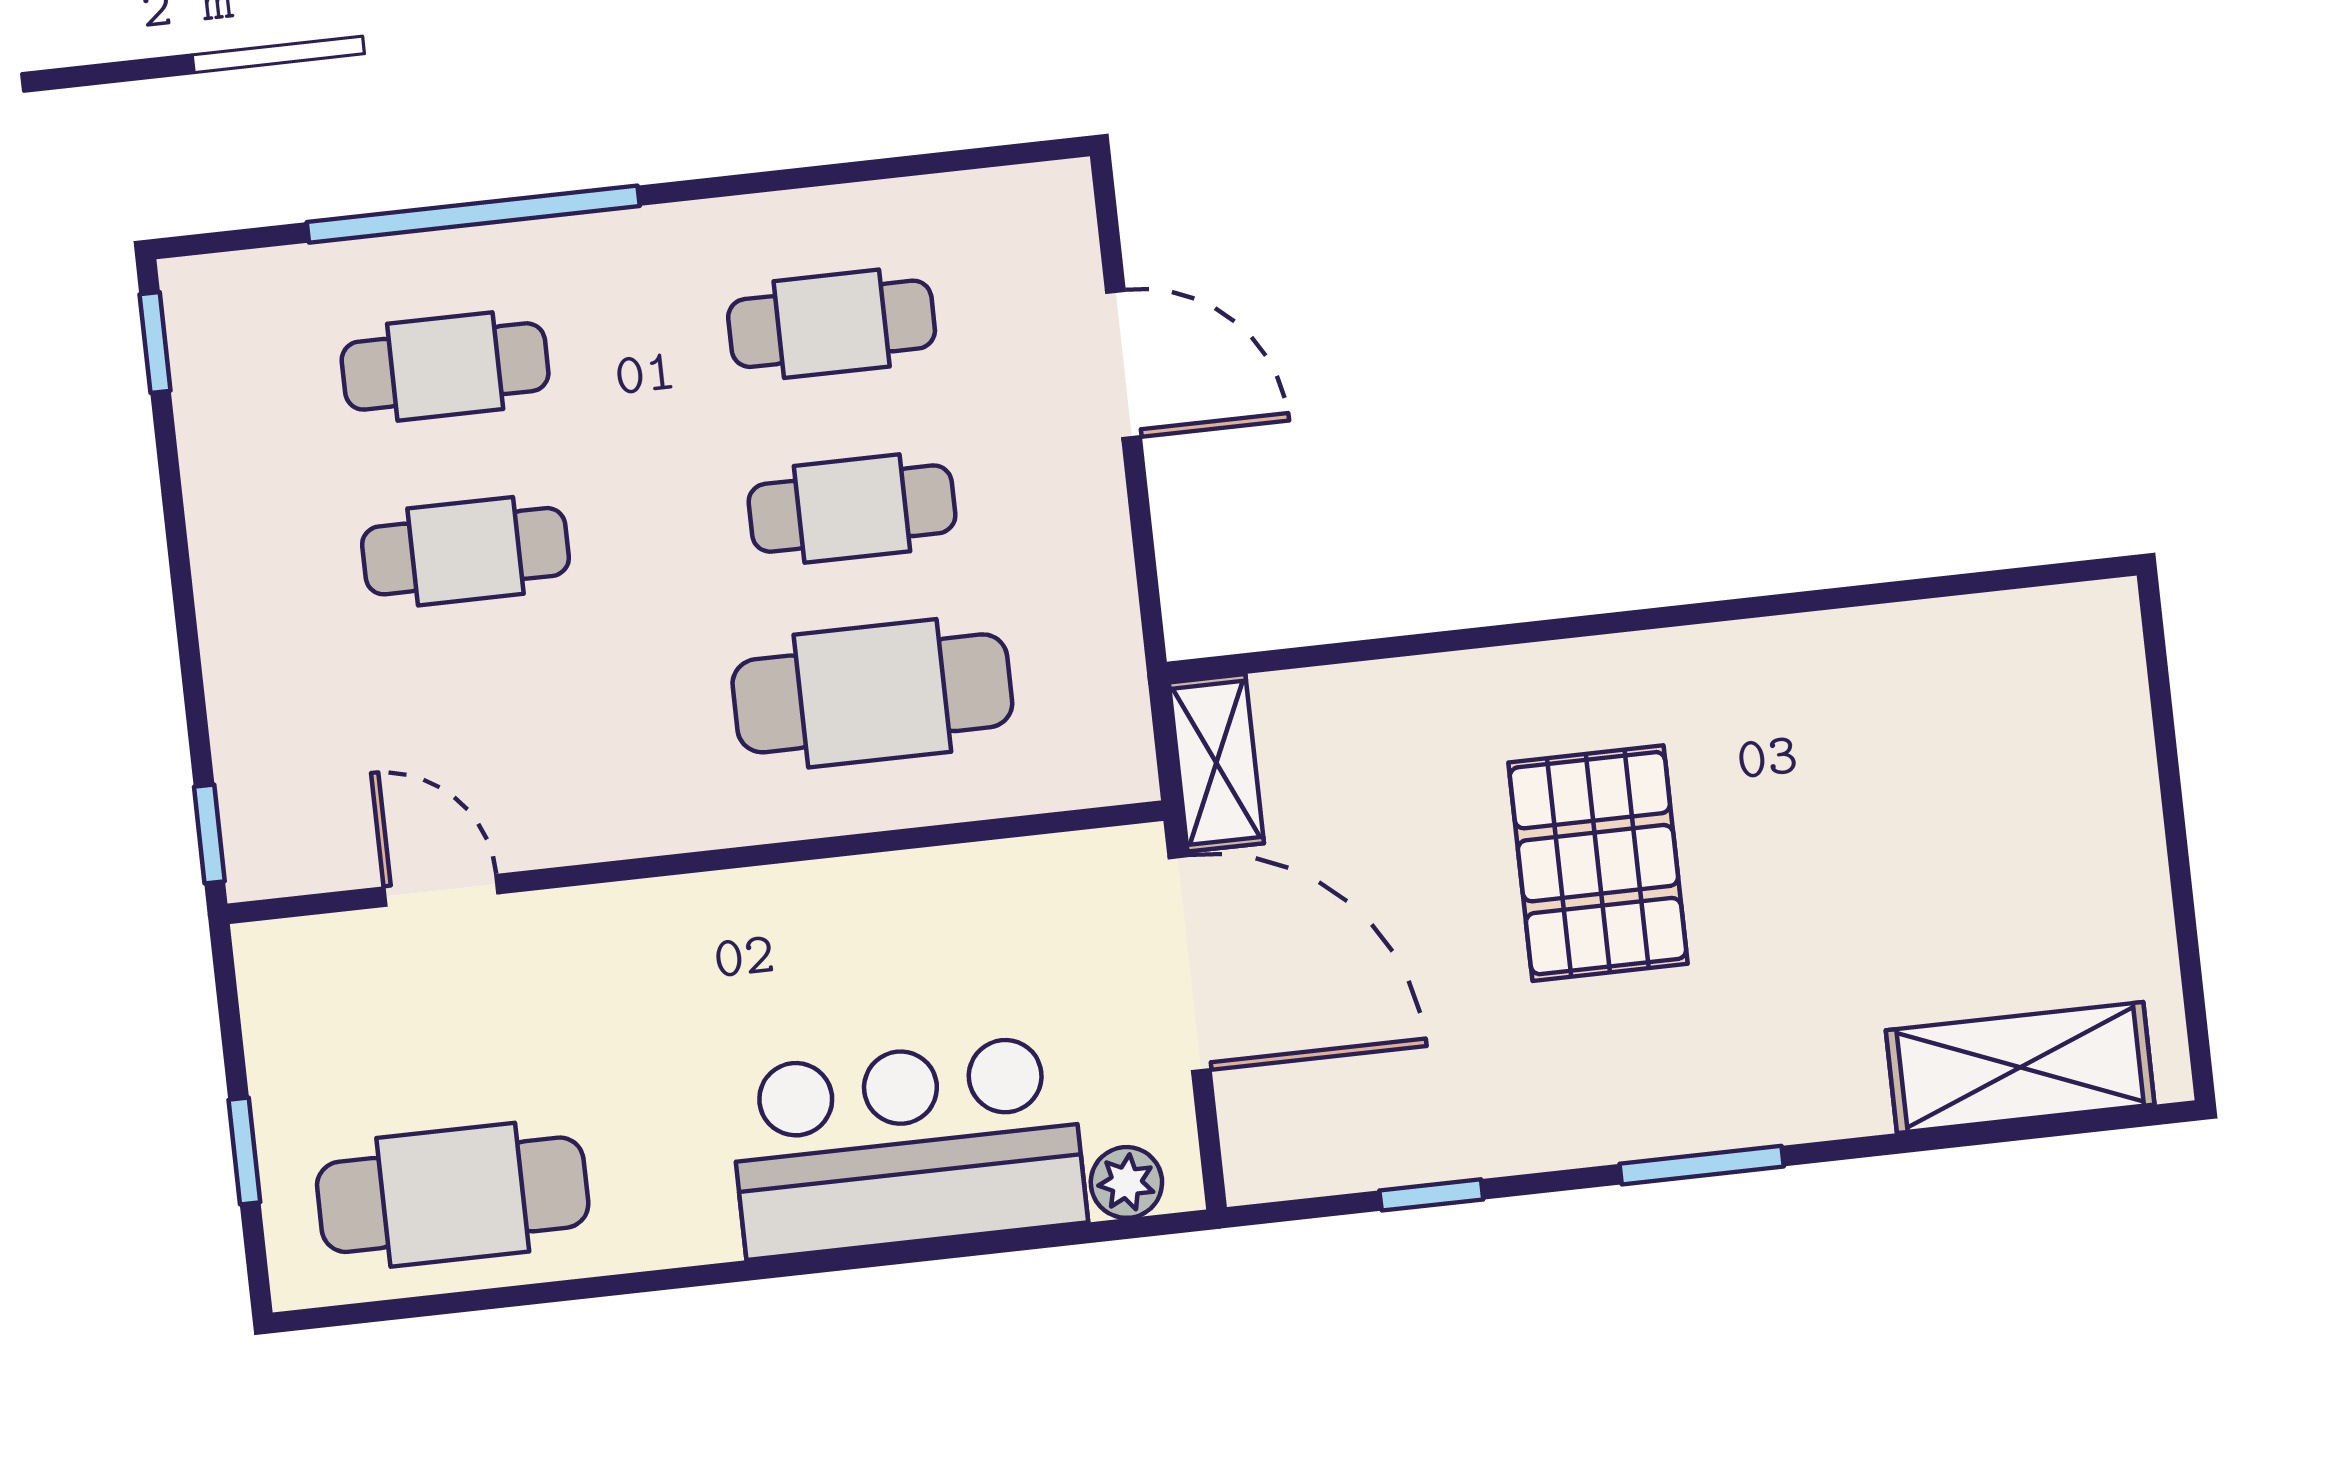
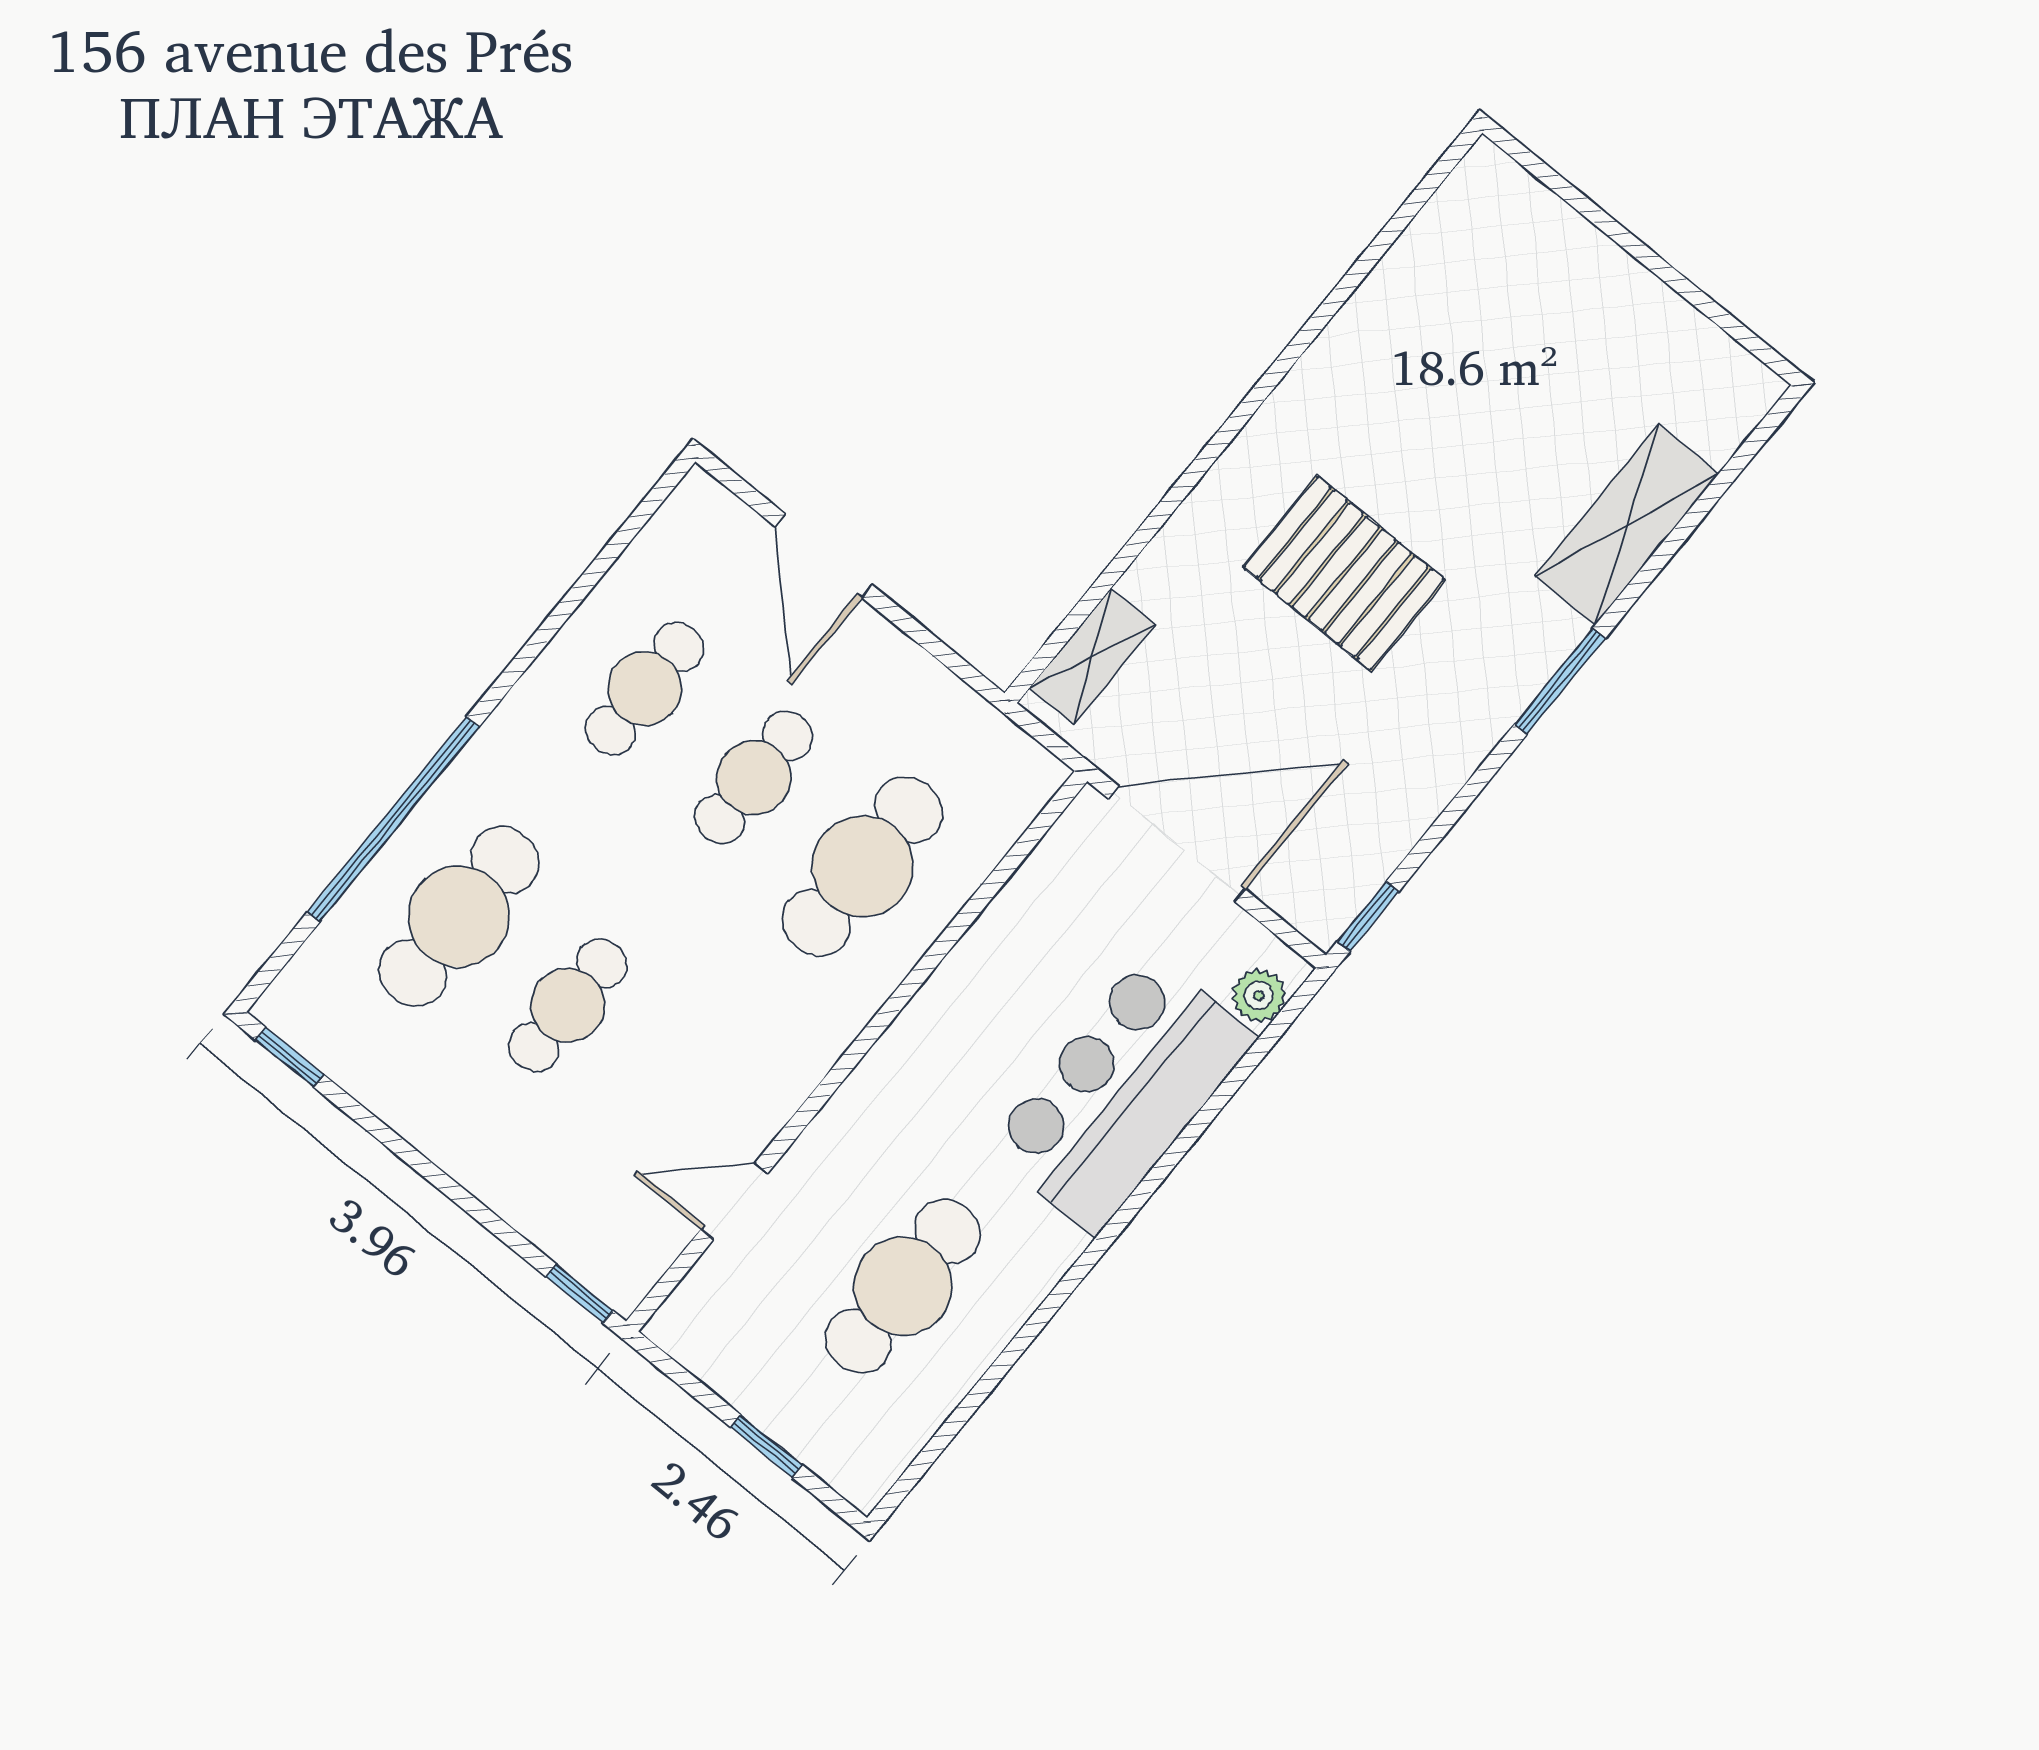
door: (1123, 364) -> (824, 556), swing flipped
cafe table: (445, 366) -> (459, 917), width x1.37, depth x1.35
shelving: (1216, 763) -> (1092, 657), moved, turned 90
shelving: (2020, 1067) -> (1627, 525), moved
cafe table: (453, 1195) -> (903, 1286), moved
window: (1431, 1195) -> (1368, 916), moved

